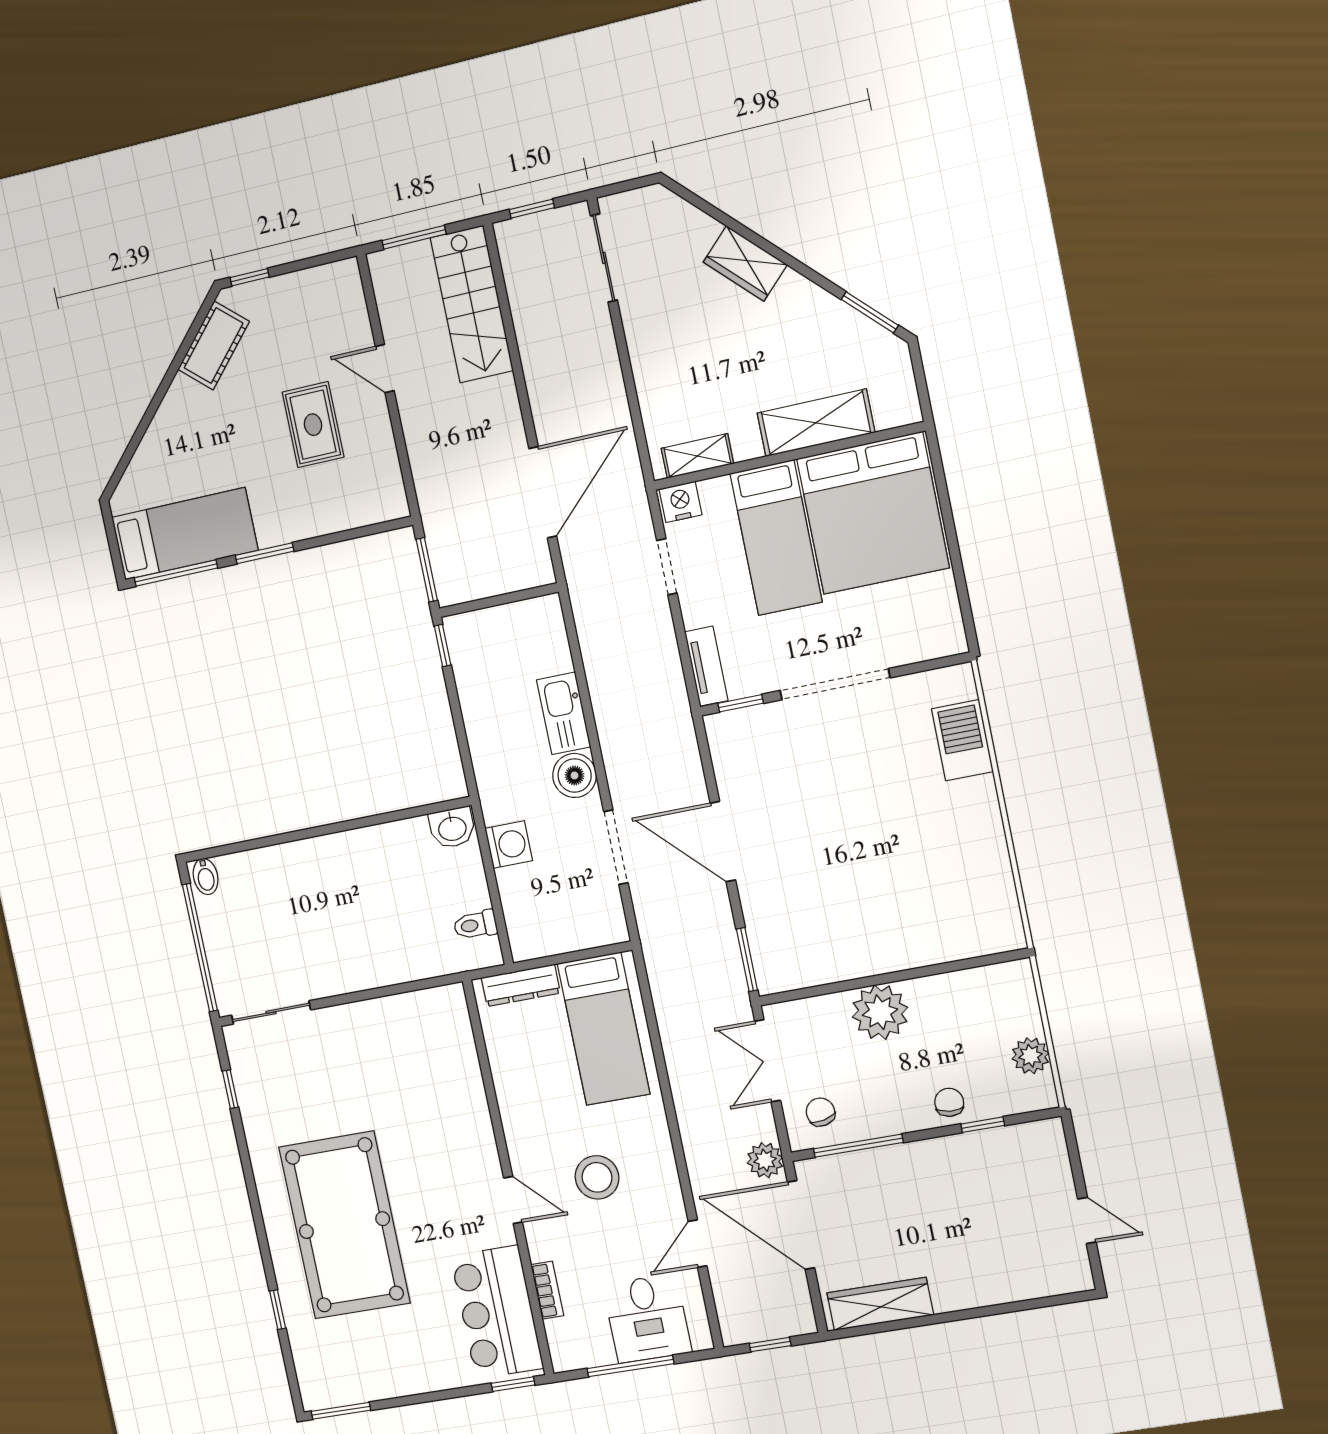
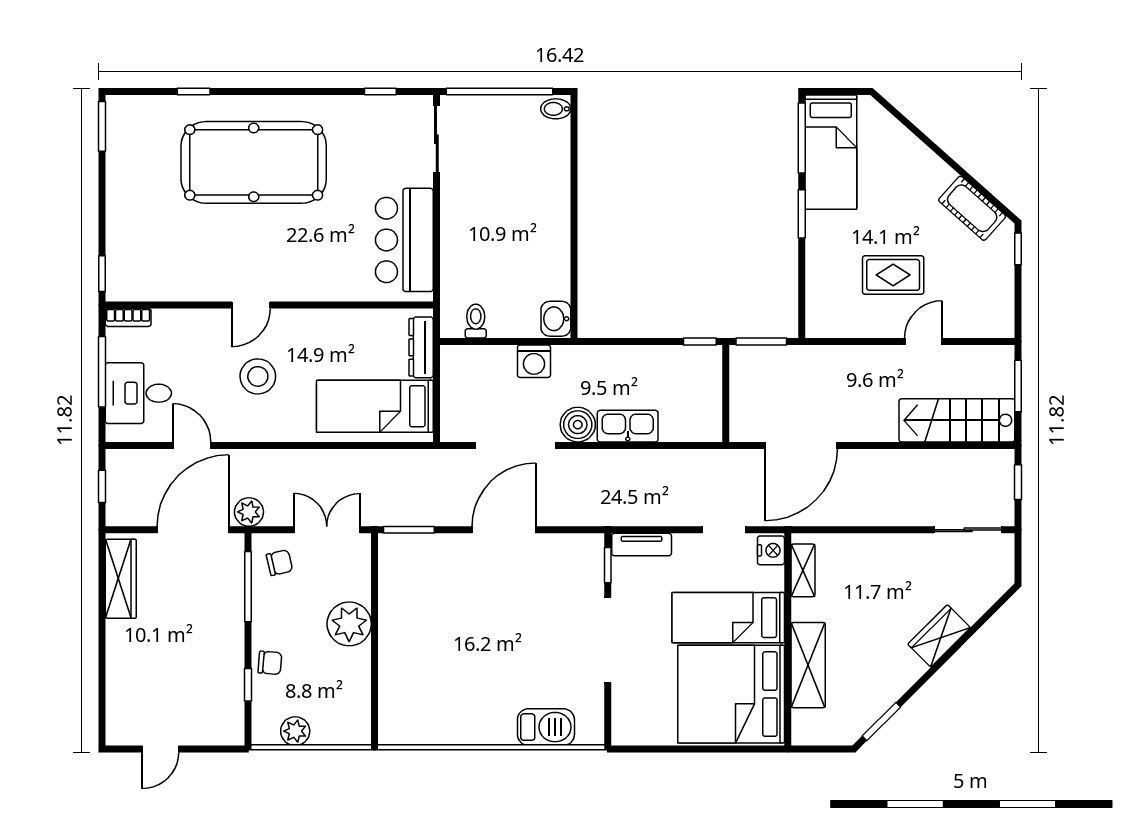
door: (543, 492) -> (801, 445), hinge flipped
doorway: (616, 847) -> (516, 445), width x1.36
bookcase: (547, 1290) -> (128, 317), moved
bar counter: (497, 1312) -> (404, 240), moved, turned -90

